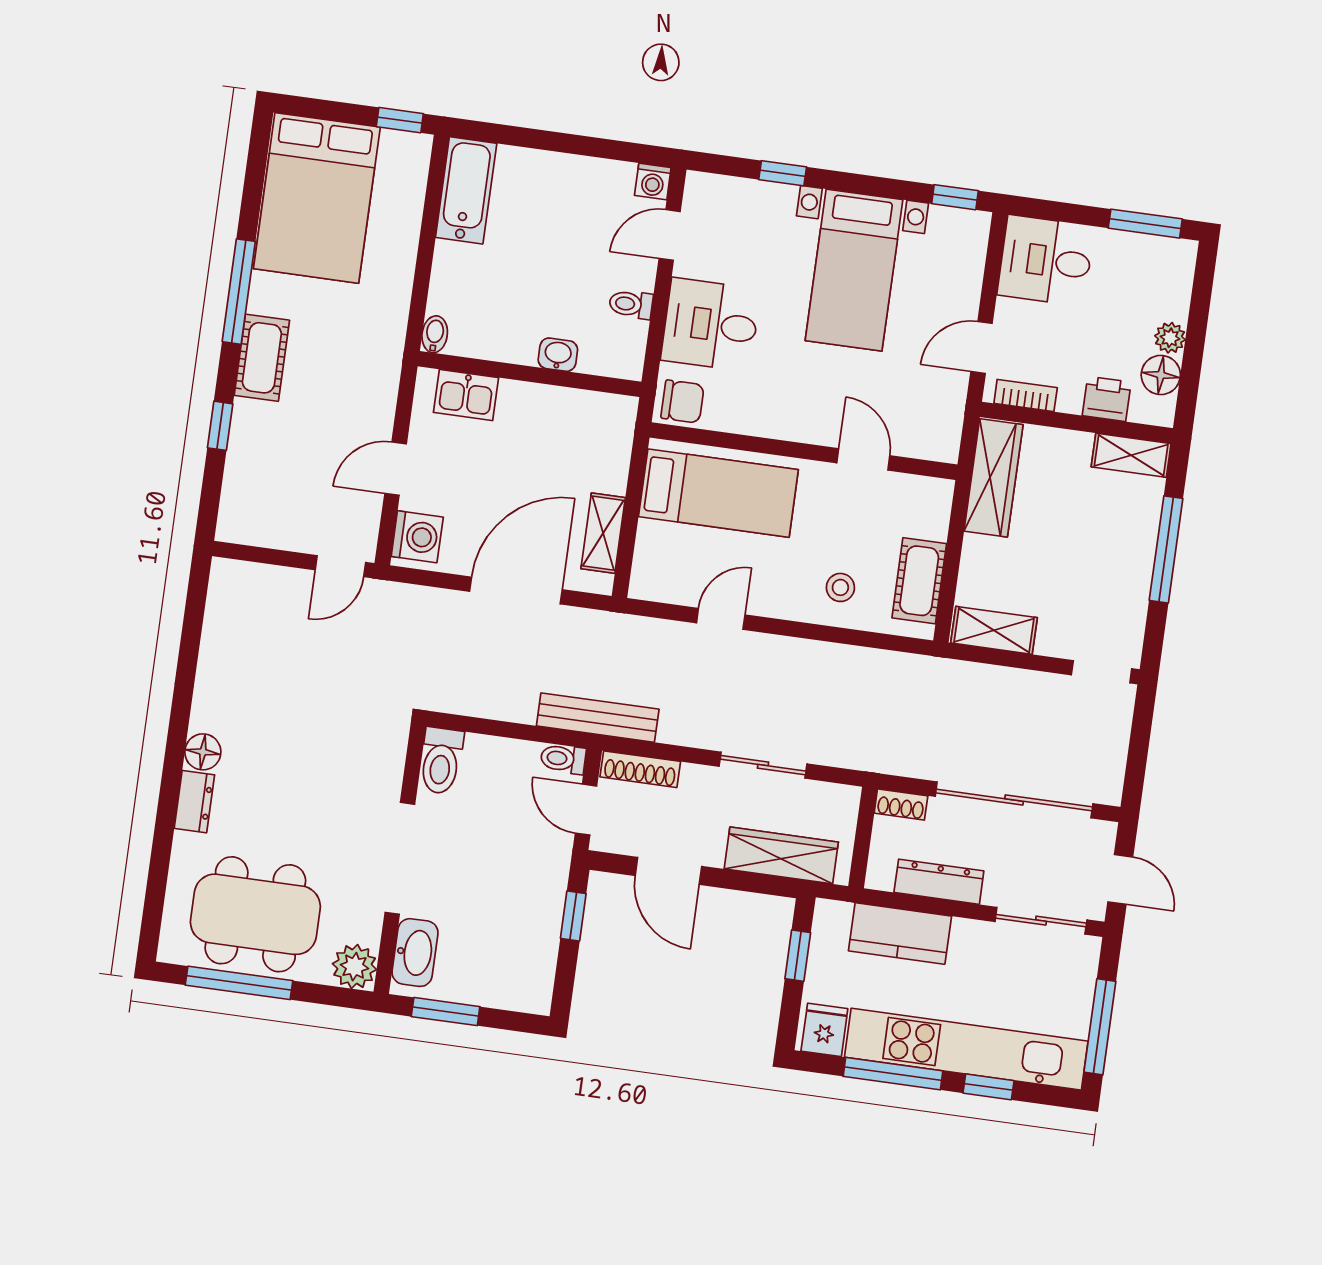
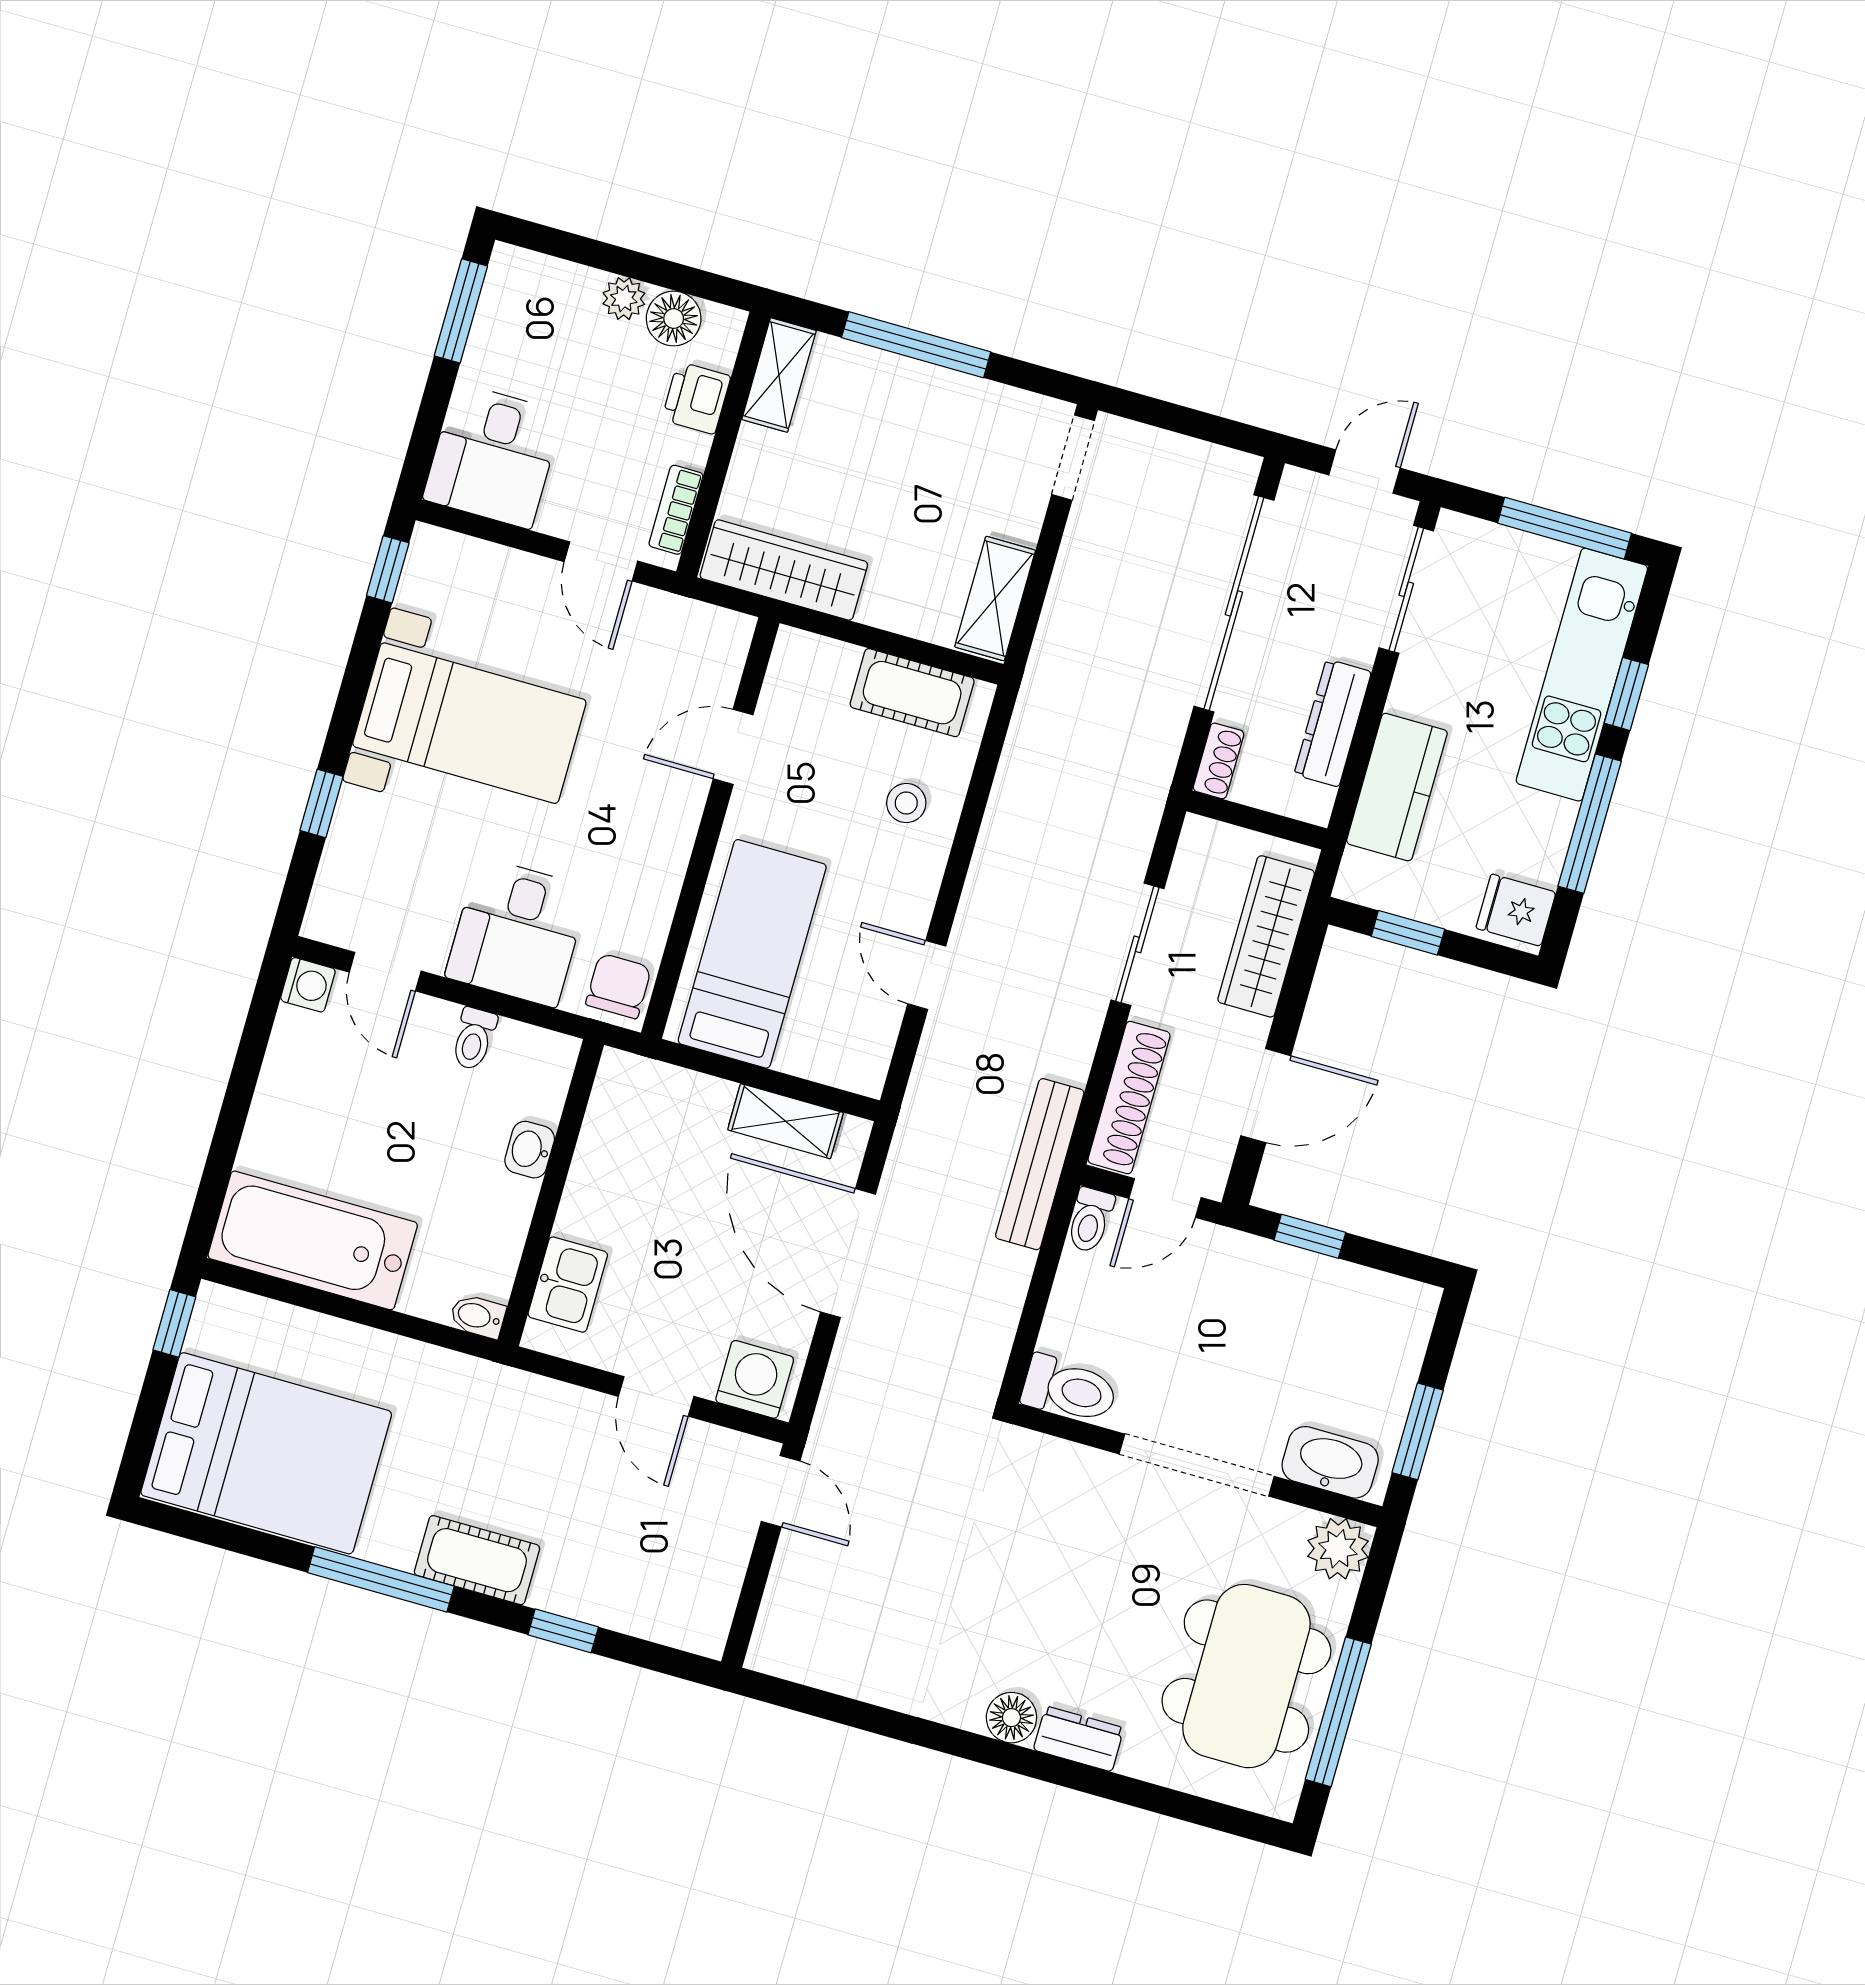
bathtub: (466, 190) -> (313, 1240), width x1.36, depth x1.36
shoe rack: (640, 769) -> (1129, 1098), width x1.36, depth x1.24
kitchen unit: (966, 1049) -> (1582, 675), width x0.73

